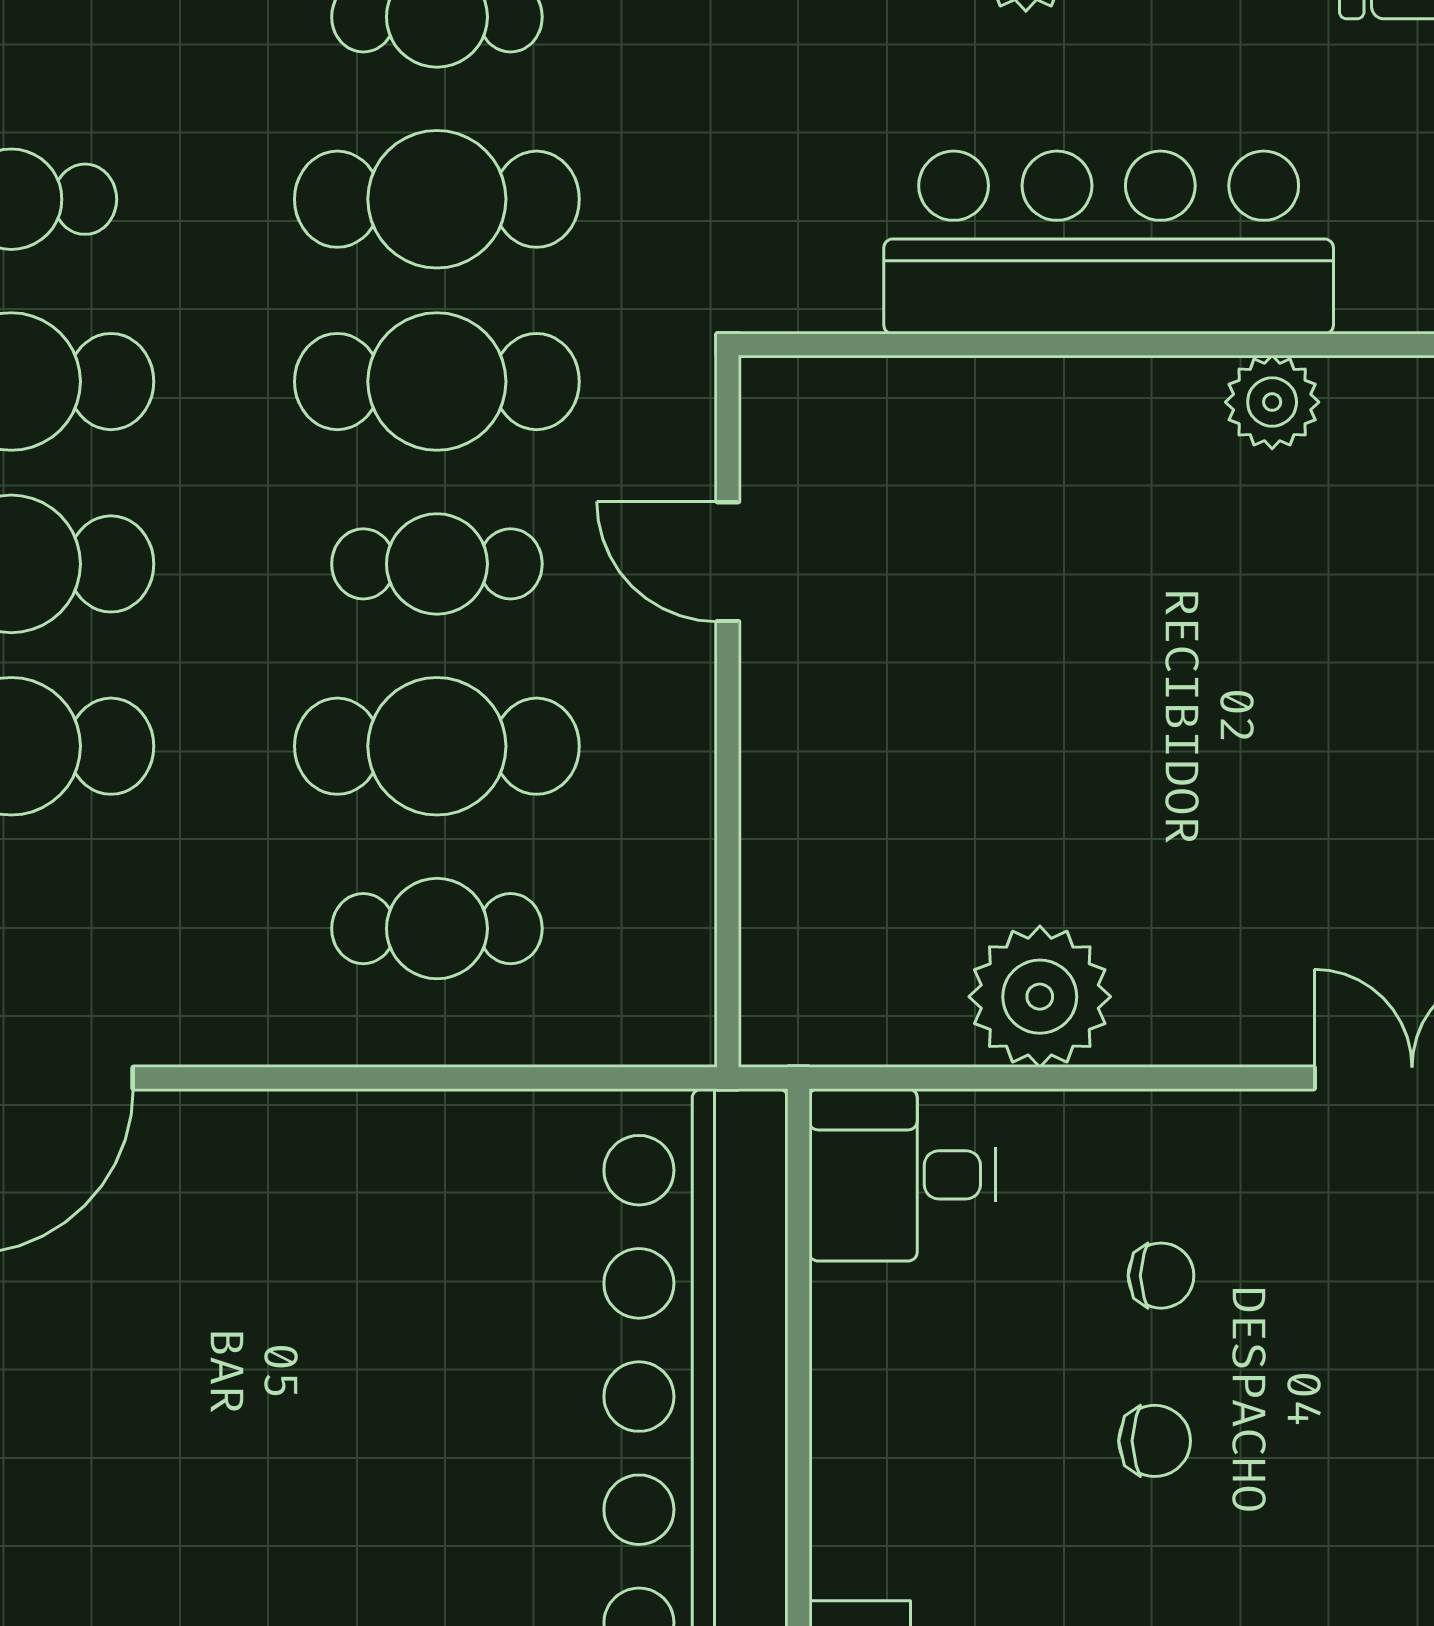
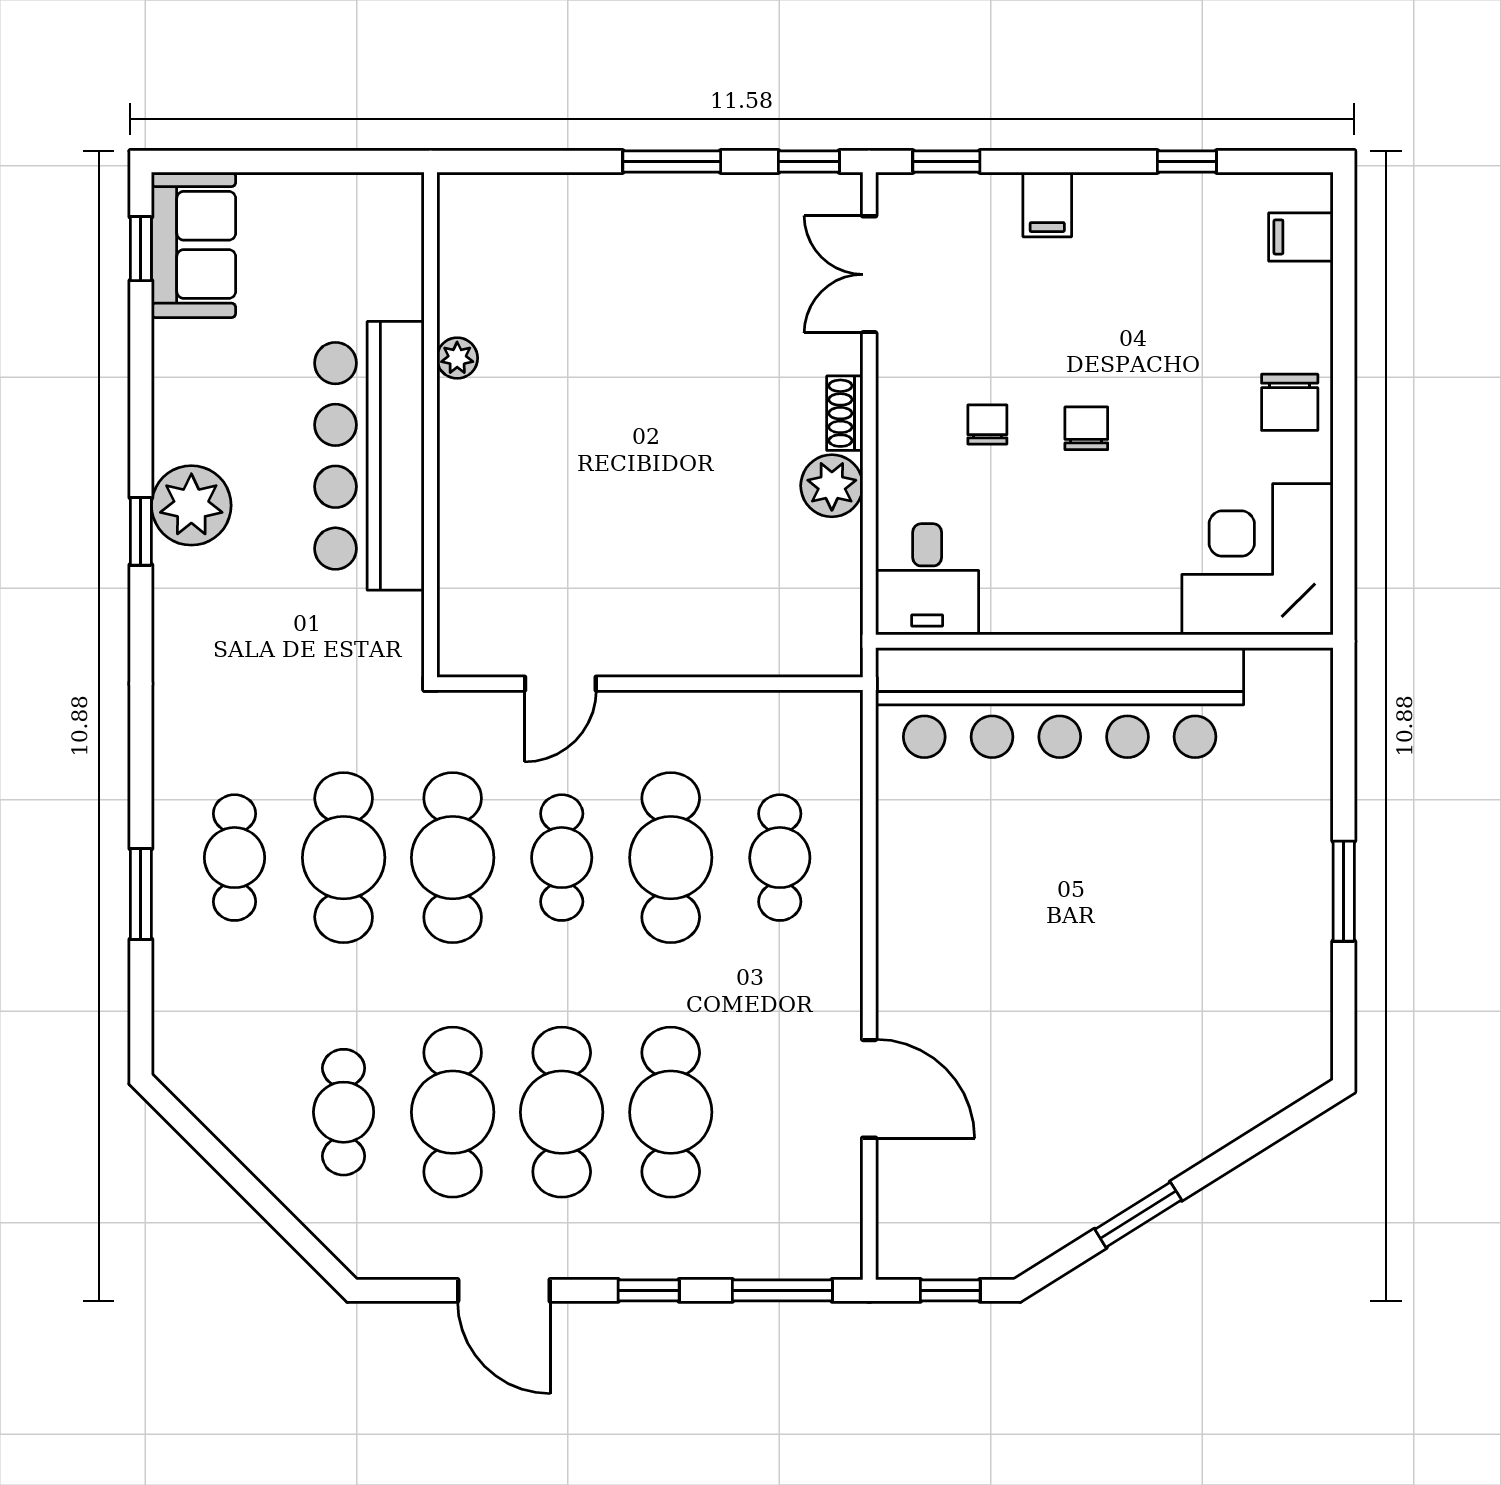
plant: (1272, 402) -> (457, 358), width x0.73, depth x0.73
plant: (1040, 997) -> (832, 486), width x0.73, depth x0.73
shoe rack: (1180, 1037) -> (845, 413), added

